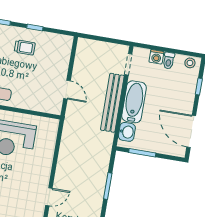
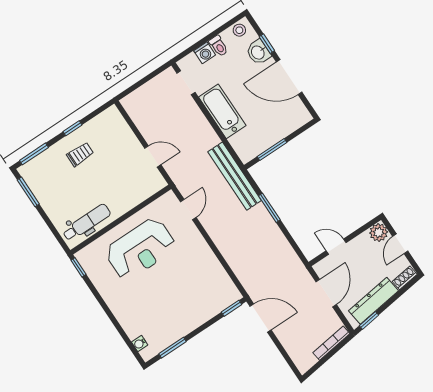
bench: (112, 103) -> (235, 176), moved
door: (191, 131) -> (289, 77), moved
washbasin: (127, 132) -> (258, 52), moved, turned 180
door: (49, 197) -> (188, 210), moved

